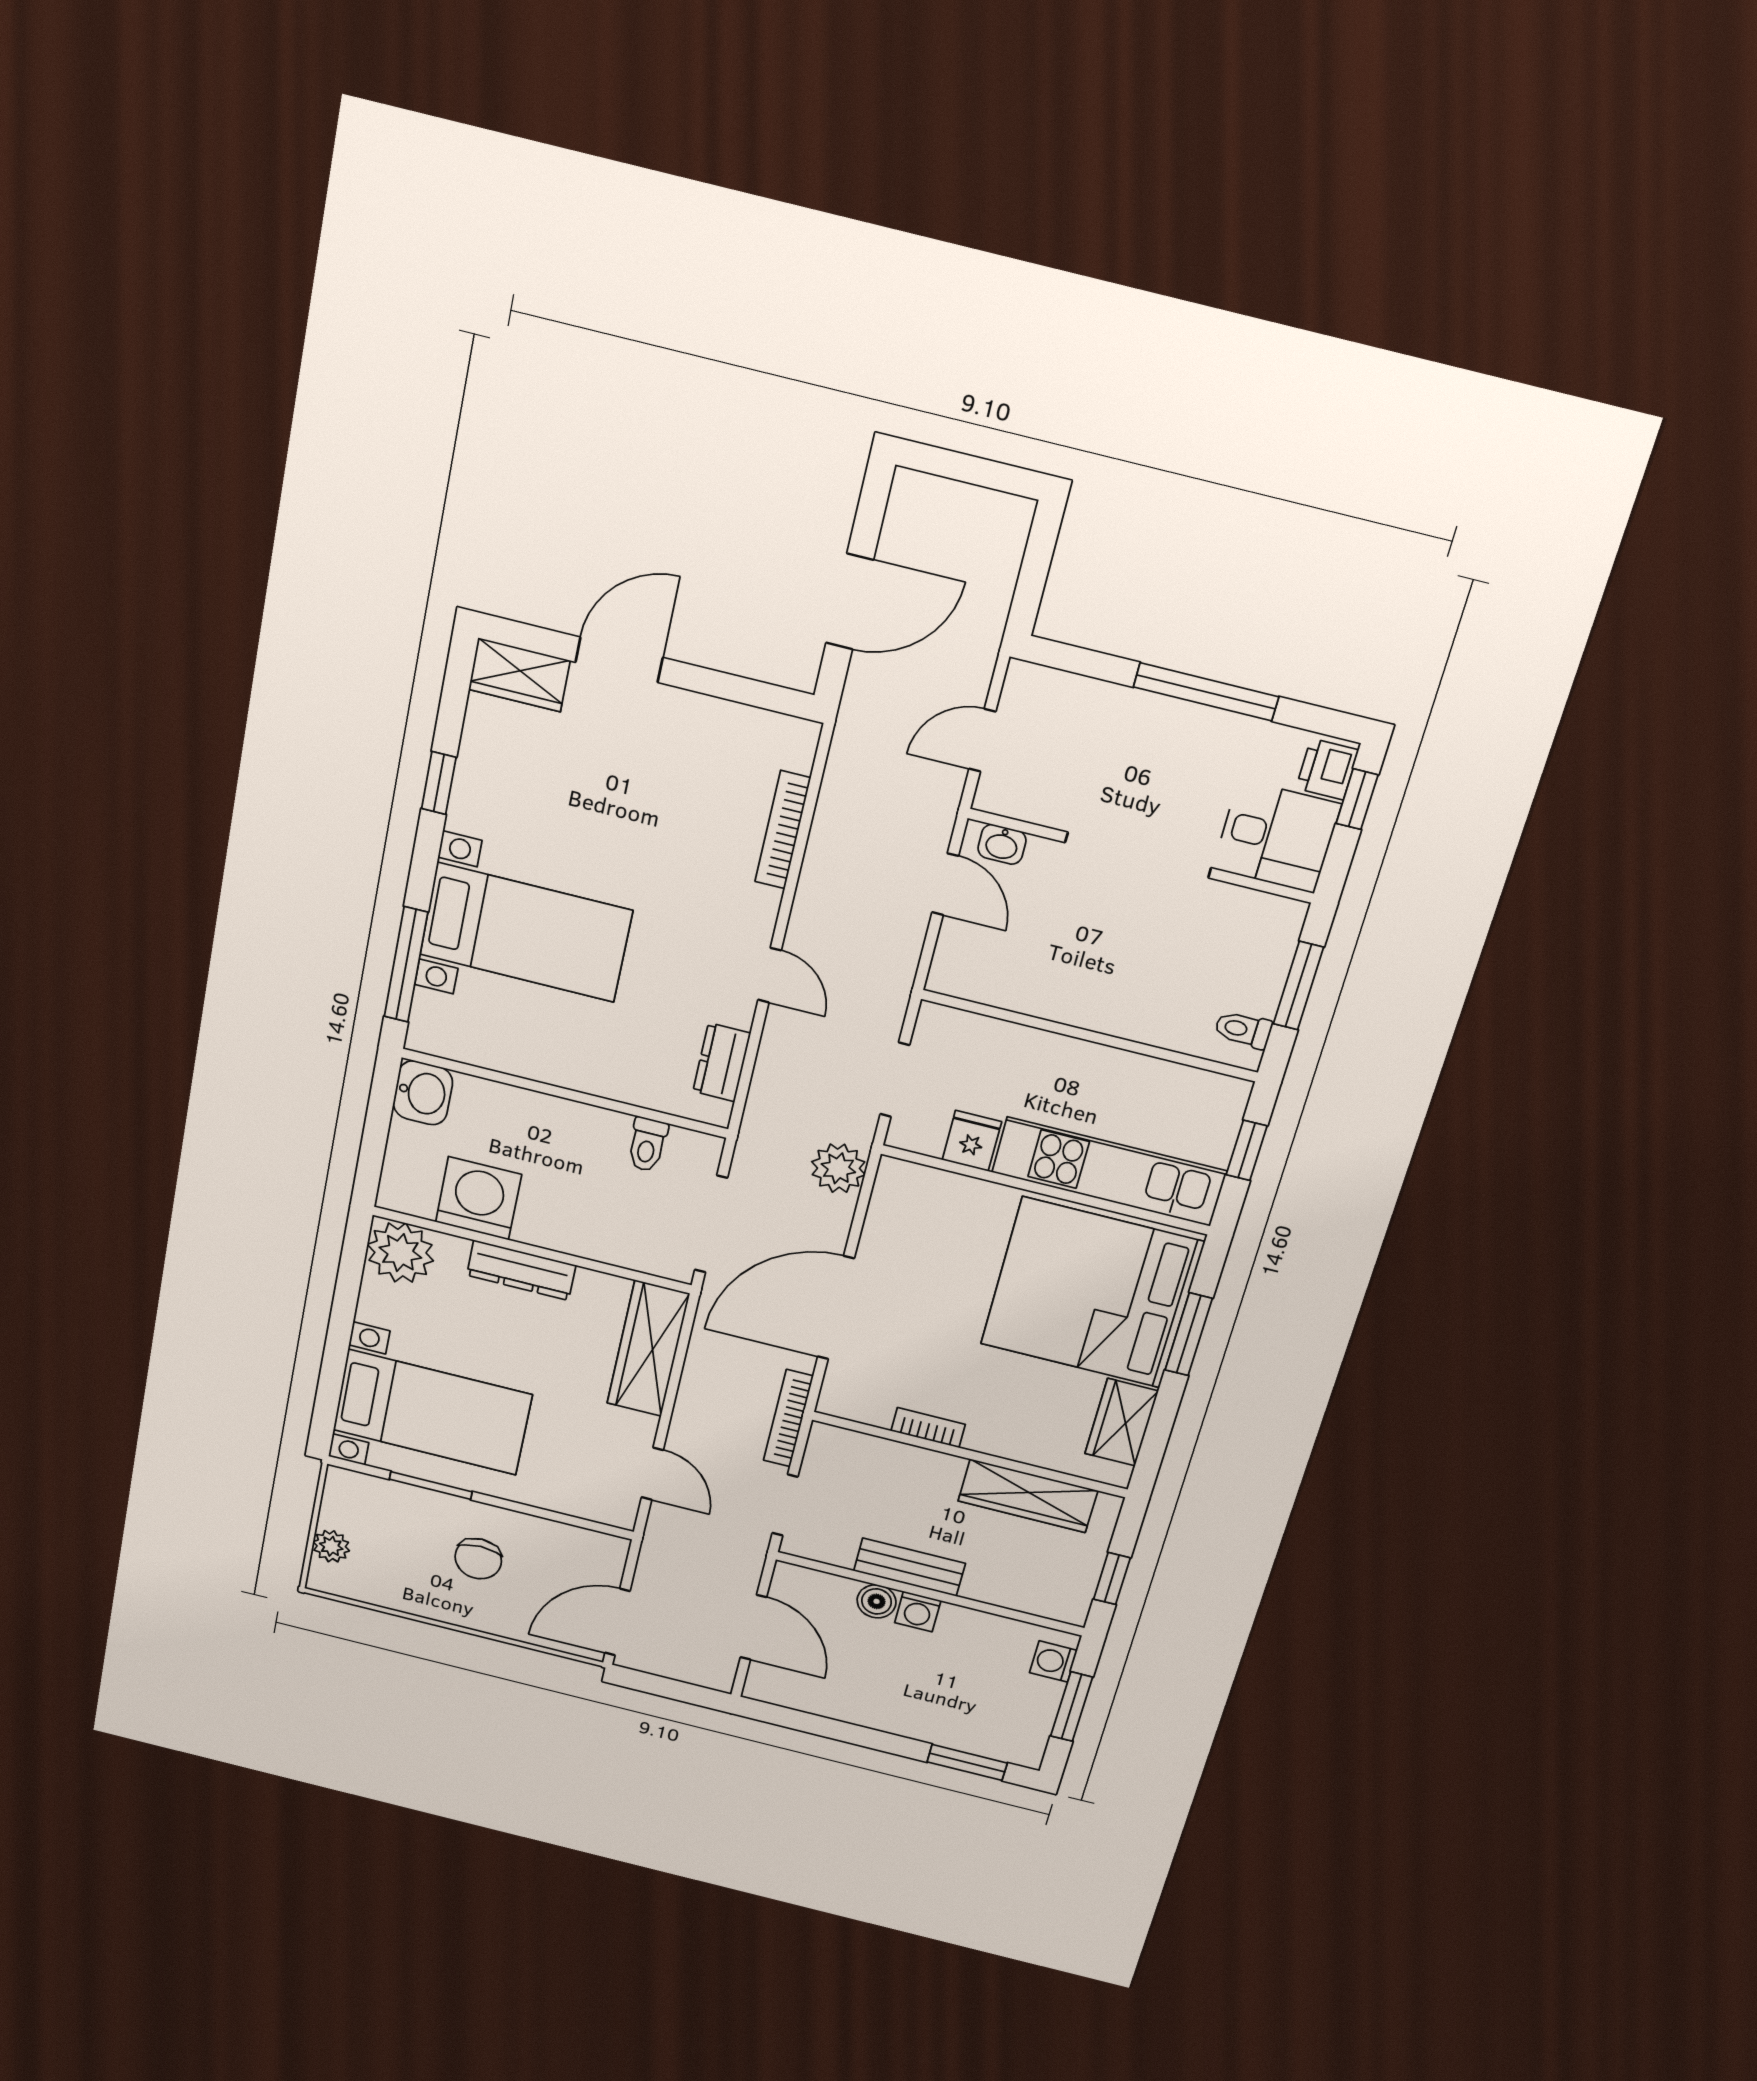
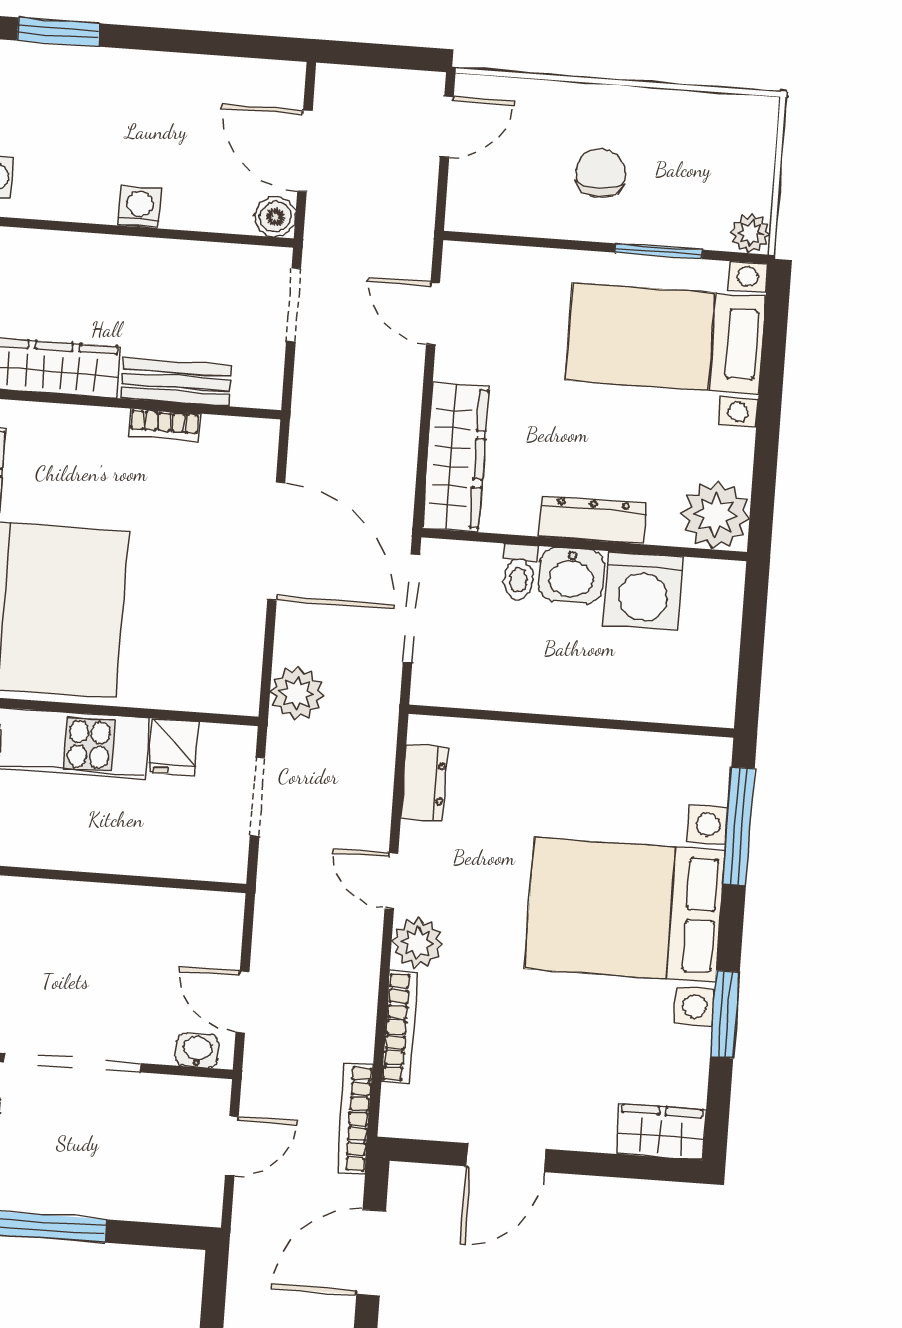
door: (619, 660) -> (506, 1158), moved
window: (439, 783) -> (725, 1014), width x1.50
plant: (752, 911) -> (417, 943), added
bed with nightstands: (526, 932) -> (625, 910), width x1.36
washbasin: (423, 1093) -> (571, 575), moved, turned -90
toilet: (647, 1145) -> (519, 572), moved, turned 180
door: (836, 1308) -> (276, 541), hinge flipped
bookcase: (788, 1418) -> (355, 1119), moved, turned 180
plant: (331, 1546) -> (751, 233), moved
bench: (910, 1567) -> (176, 382), moved
boiler: (877, 1601) -> (275, 217), moved
door: (617, 1622) -> (447, 127), width x0.73

